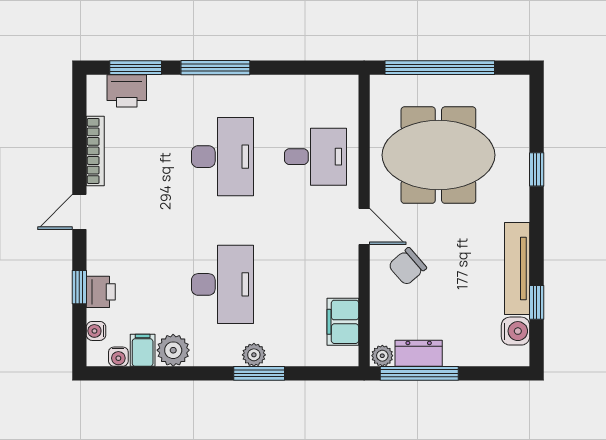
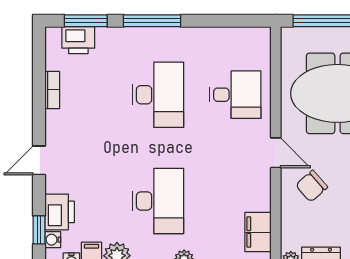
bookcase: (95, 151) -> (52, 90), width x0.64
door: (79, 212) -> (39, 160), moved
window: (79, 287) -> (39, 230), moved
printer: (101, 292) -> (60, 212), width x1.36, depth x1.24

